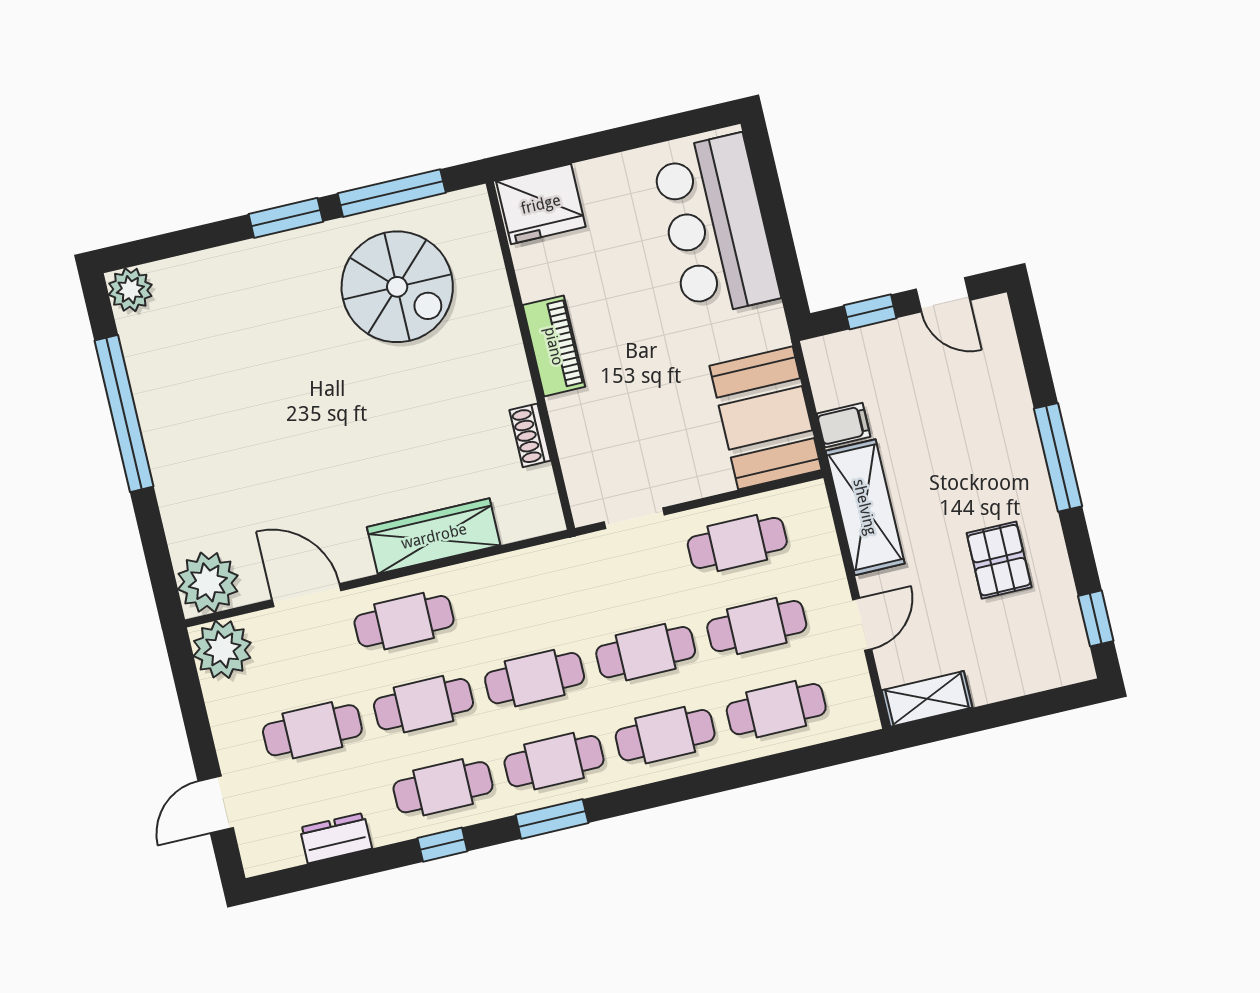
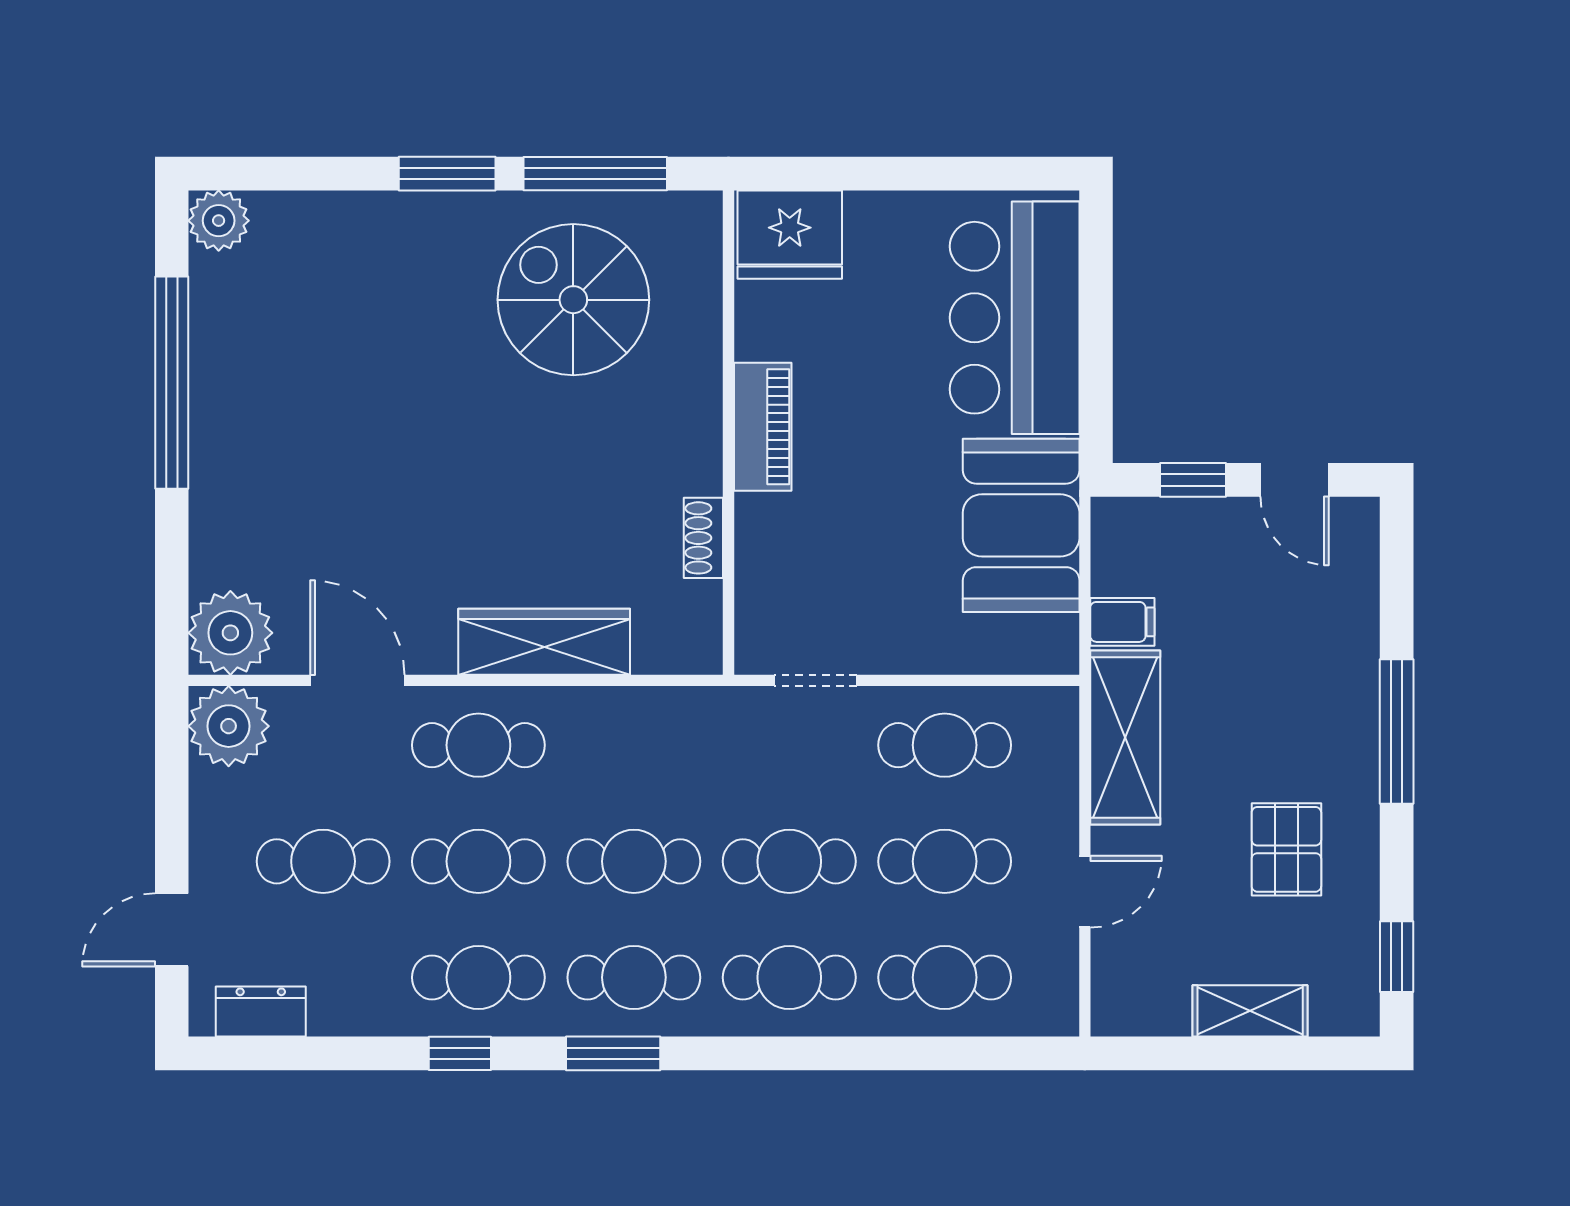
spiral stairs: (397, 287) -> (573, 300), turned 180
booth: (766, 418) -> (1021, 525), moved
shelving: (927, 699) -> (1250, 1011), moved
dresser: (336, 838) -> (261, 1012), moved

